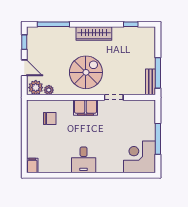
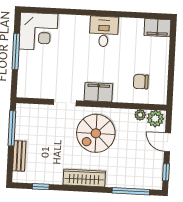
bench: (150, 82) -> (19, 156), moved
filing cabinet: (32, 165) -> (157, 28), width x2.00

